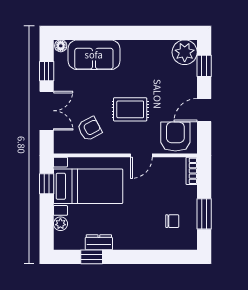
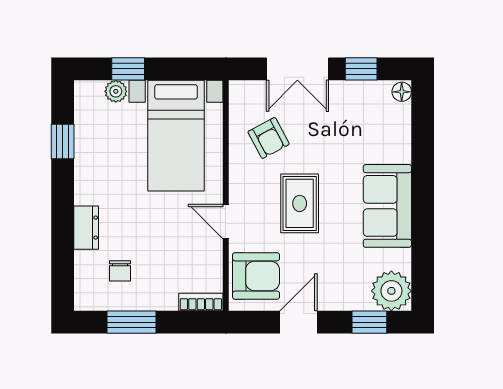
sofa: (94, 55) -> (387, 206), moved
door: (204, 110) -> (298, 322), hinge flipped
window: (47, 184) -> (128, 69), moved
dresser: (99, 242) -> (86, 228), moved

